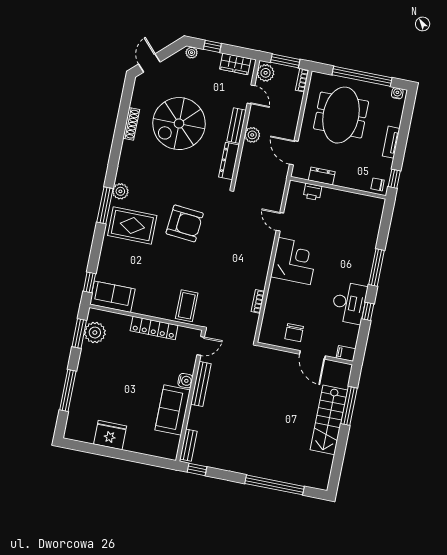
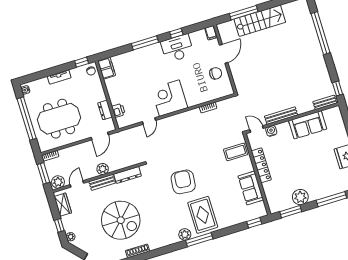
filing cabinet: (371, 205) -> (107, 68), added
sofa: (112, 297) -> (251, 188), moved
plant: (95, 333) -> (300, 197), moved
water cooler: (185, 381) -> (271, 131), moved

